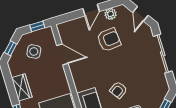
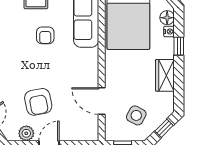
armchair: (109, 40) -> (38, 102), turned -96
armchair: (118, 90) -> (45, 35), turned 124

